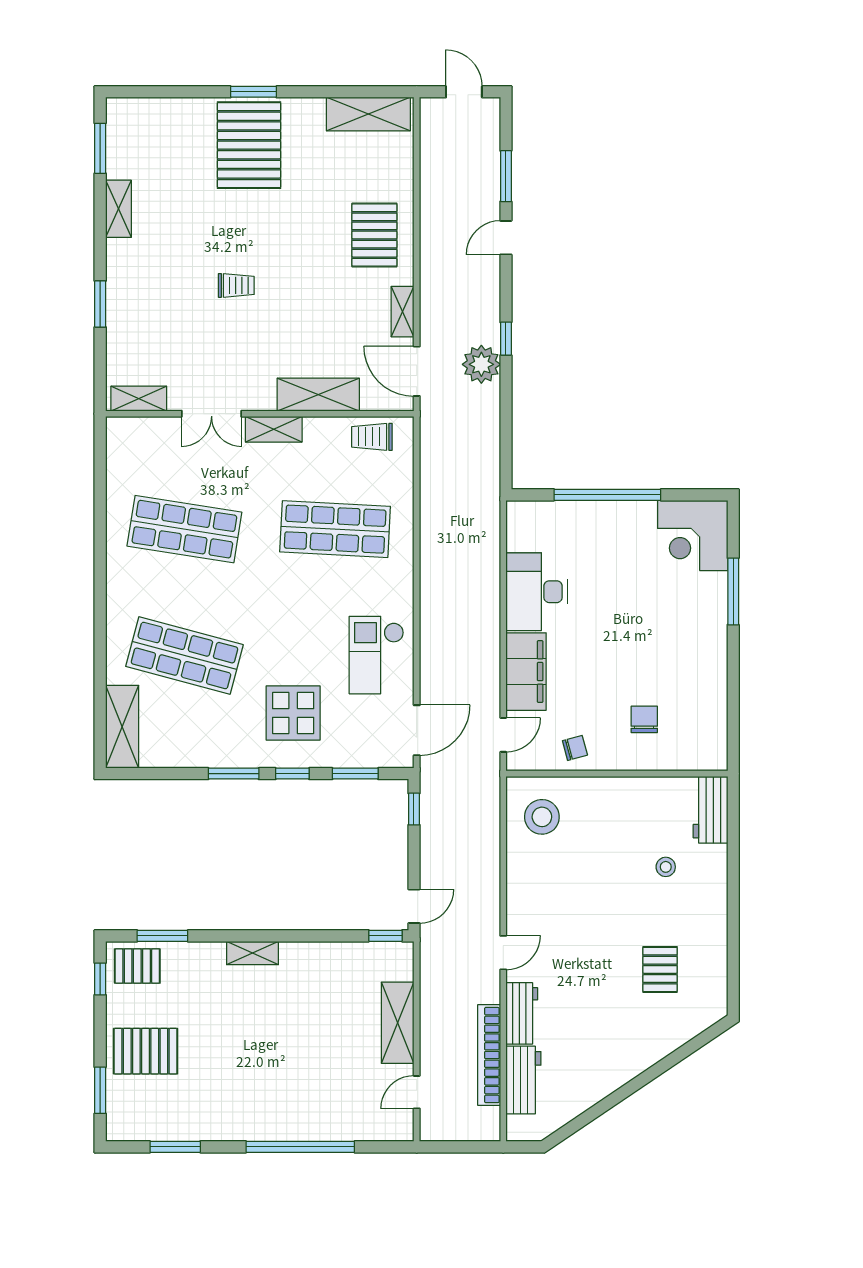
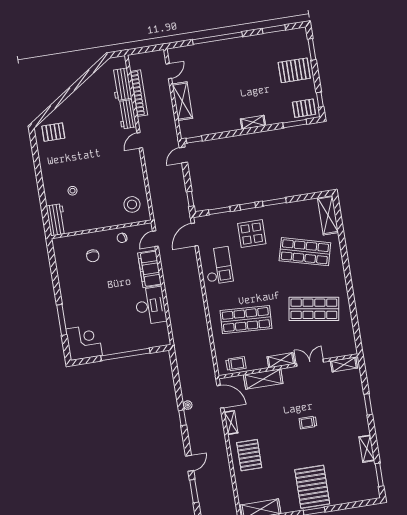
plant: (481, 364) -> (188, 405), width x0.53, depth x0.53
pallet: (660, 969) -> (53, 132), moved, turned 90

